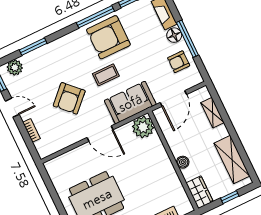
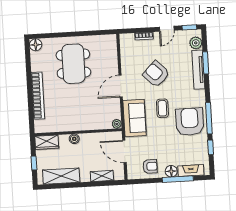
window: (187, 39) -> (178, 179), moved
tv unit: (44, 52) -> (198, 70), added
armchair: (179, 62) -> (150, 166), turned 90
plant: (143, 127) -> (117, 124), width x0.53, depth x0.53

